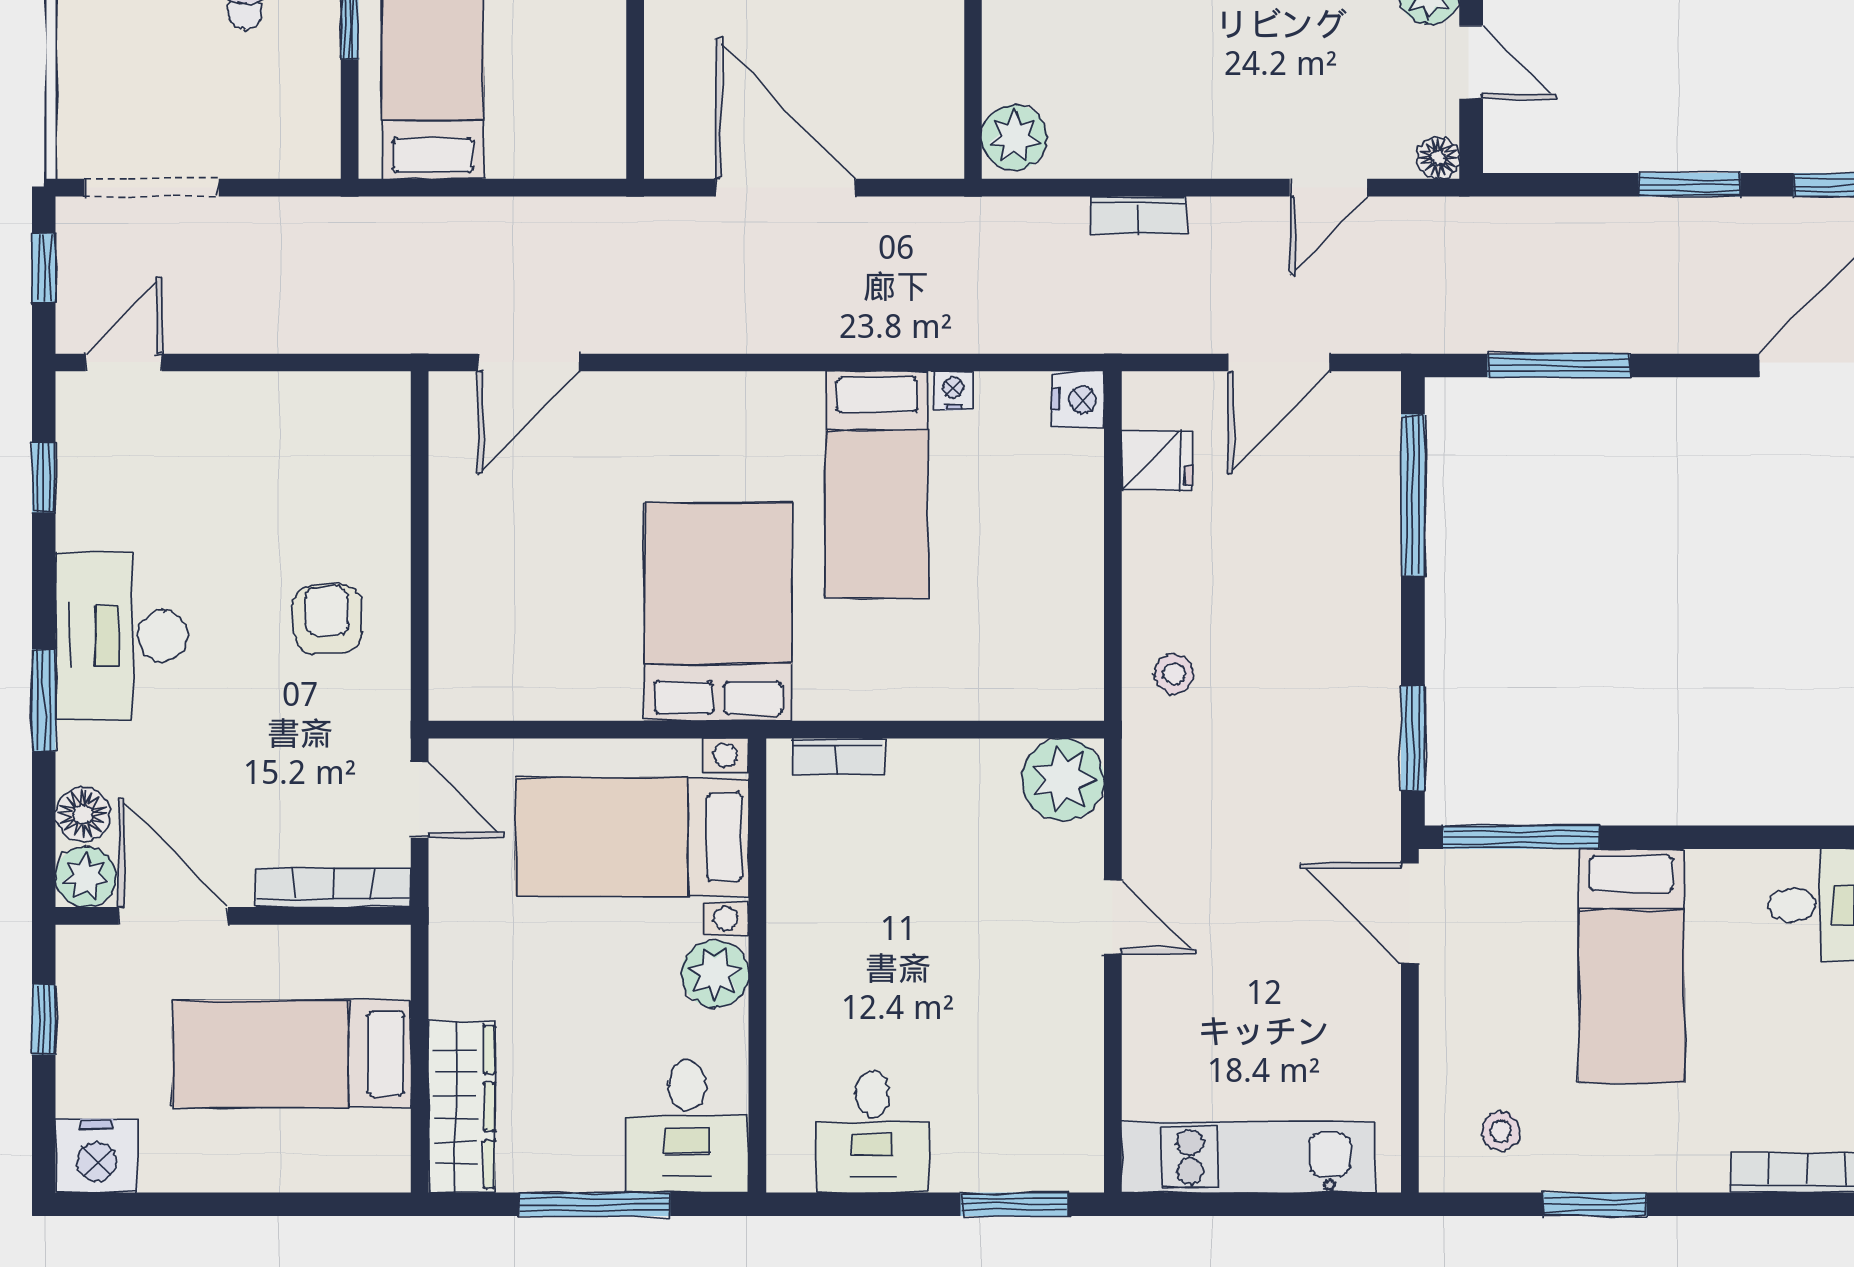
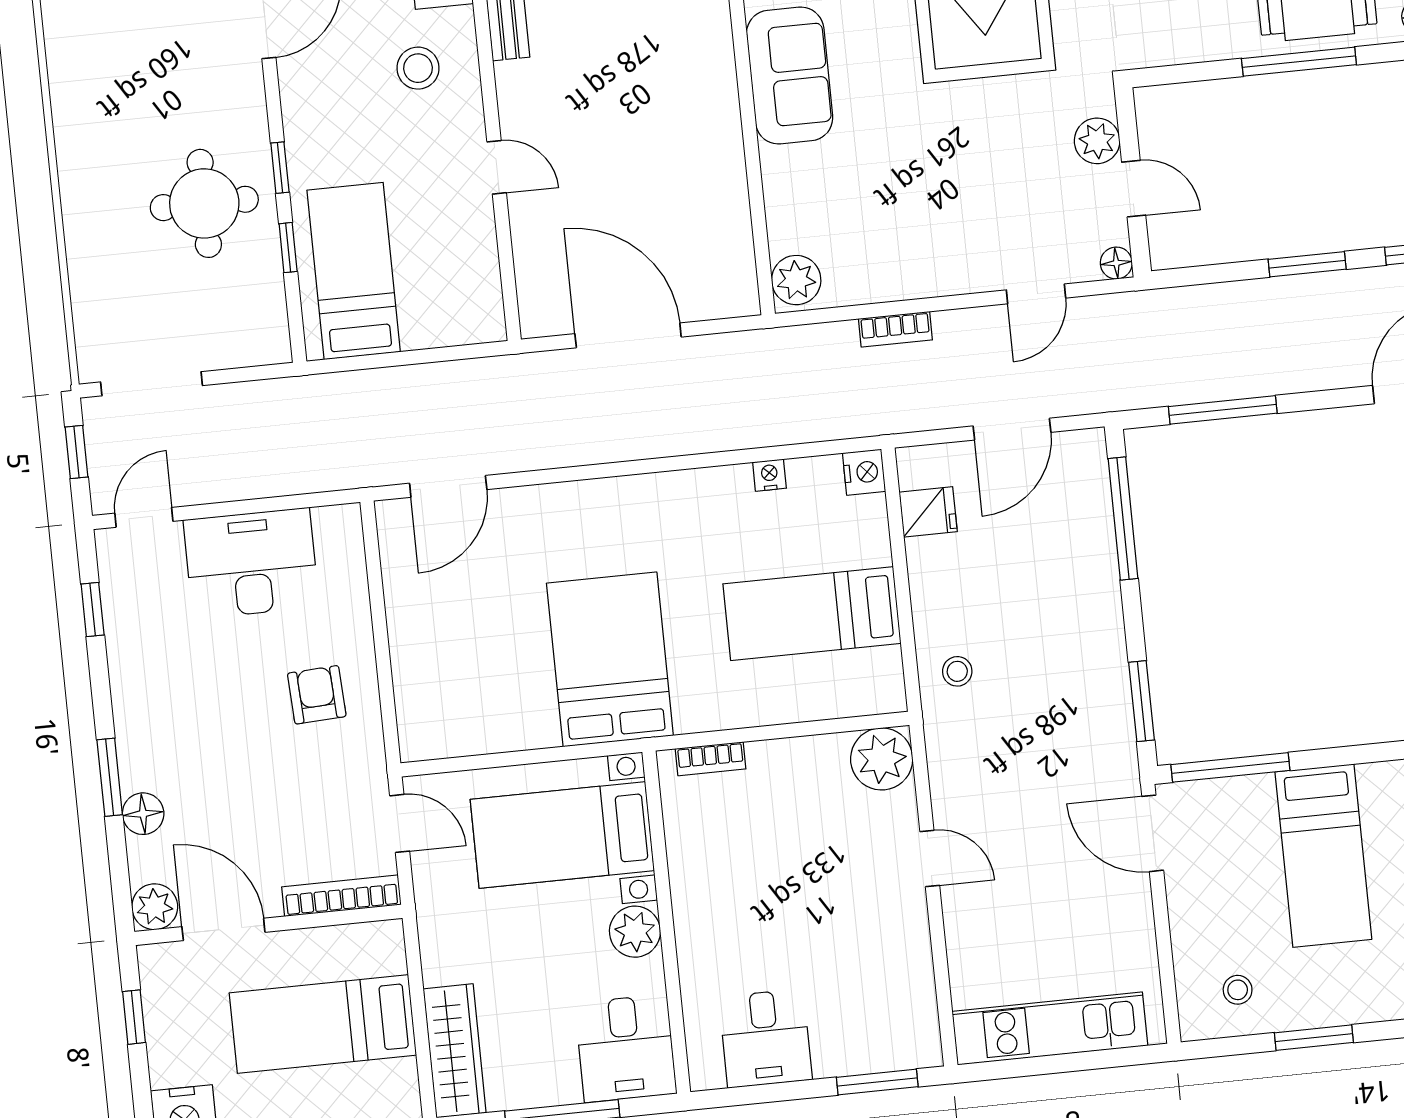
bed: (877, 485) -> (812, 614), moved, turned 90
desk: (122, 636) -> (251, 563), moved, turned 90
floor lamp: (83, 814) -> (143, 814), moved

